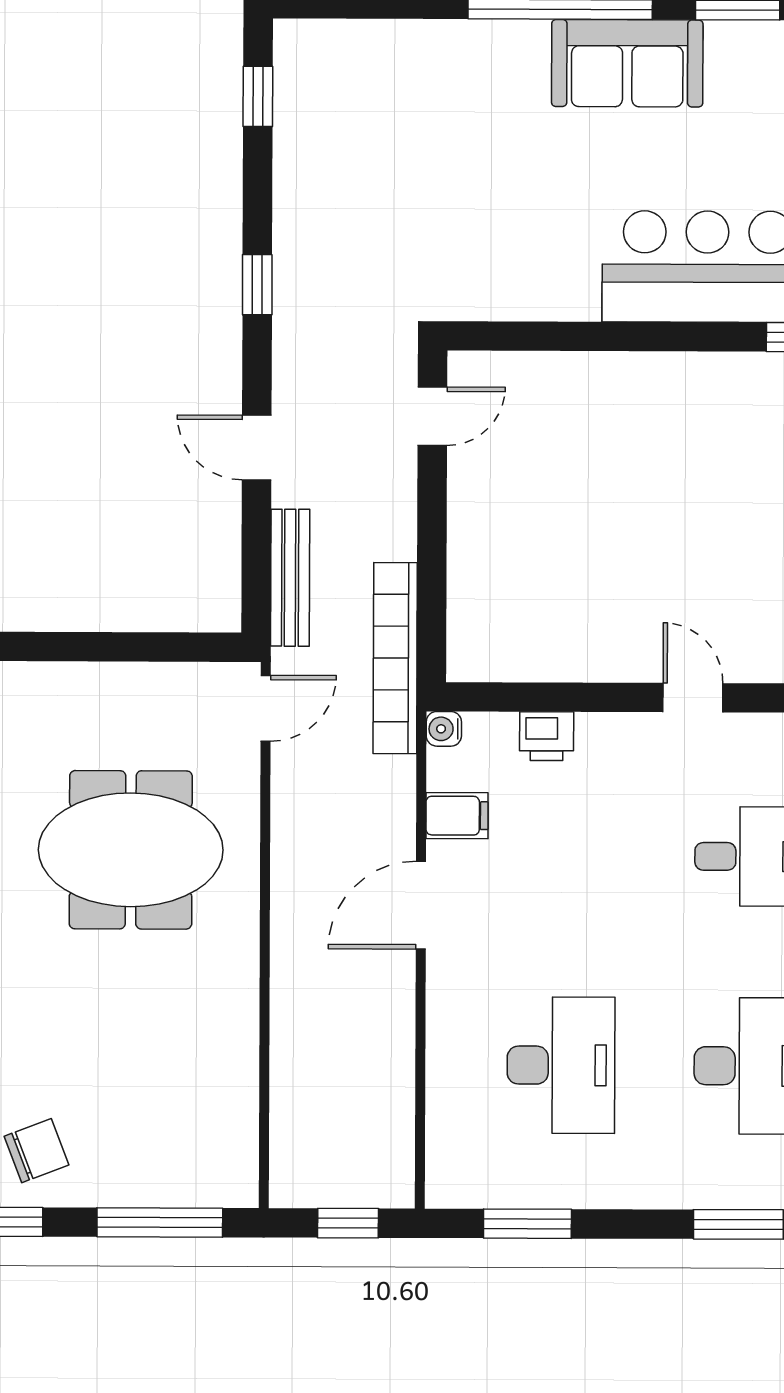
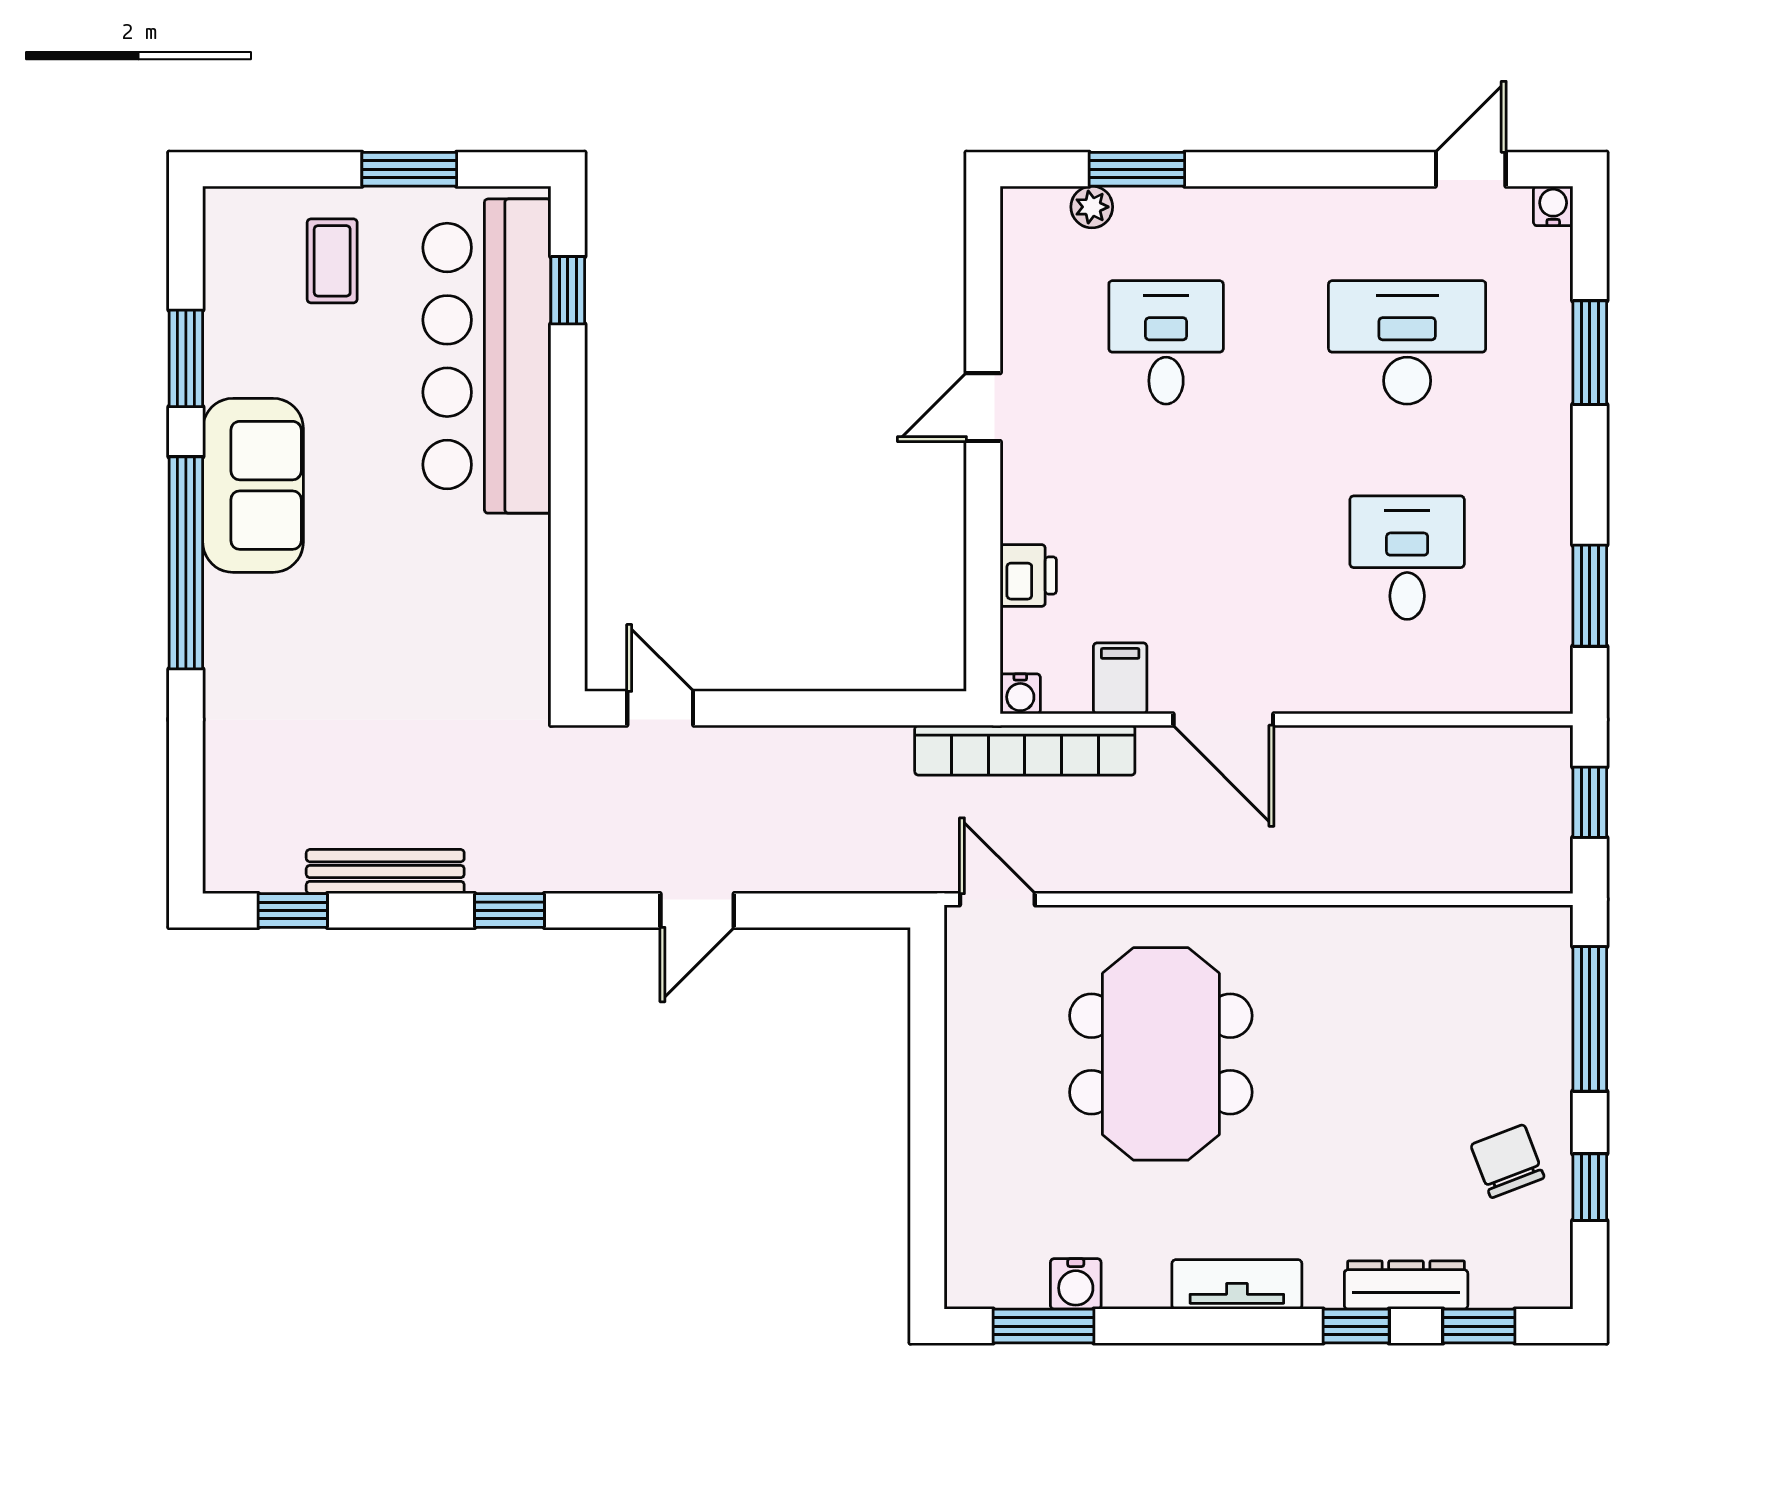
bench: (290, 578) -> (385, 872), moved
bookcase: (395, 658) -> (1025, 750), moved
desk: (561, 1065) -> (1407, 558), width x0.73

